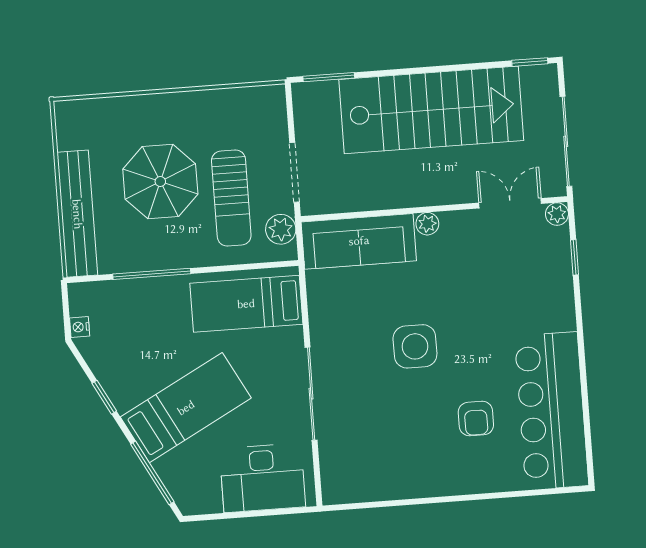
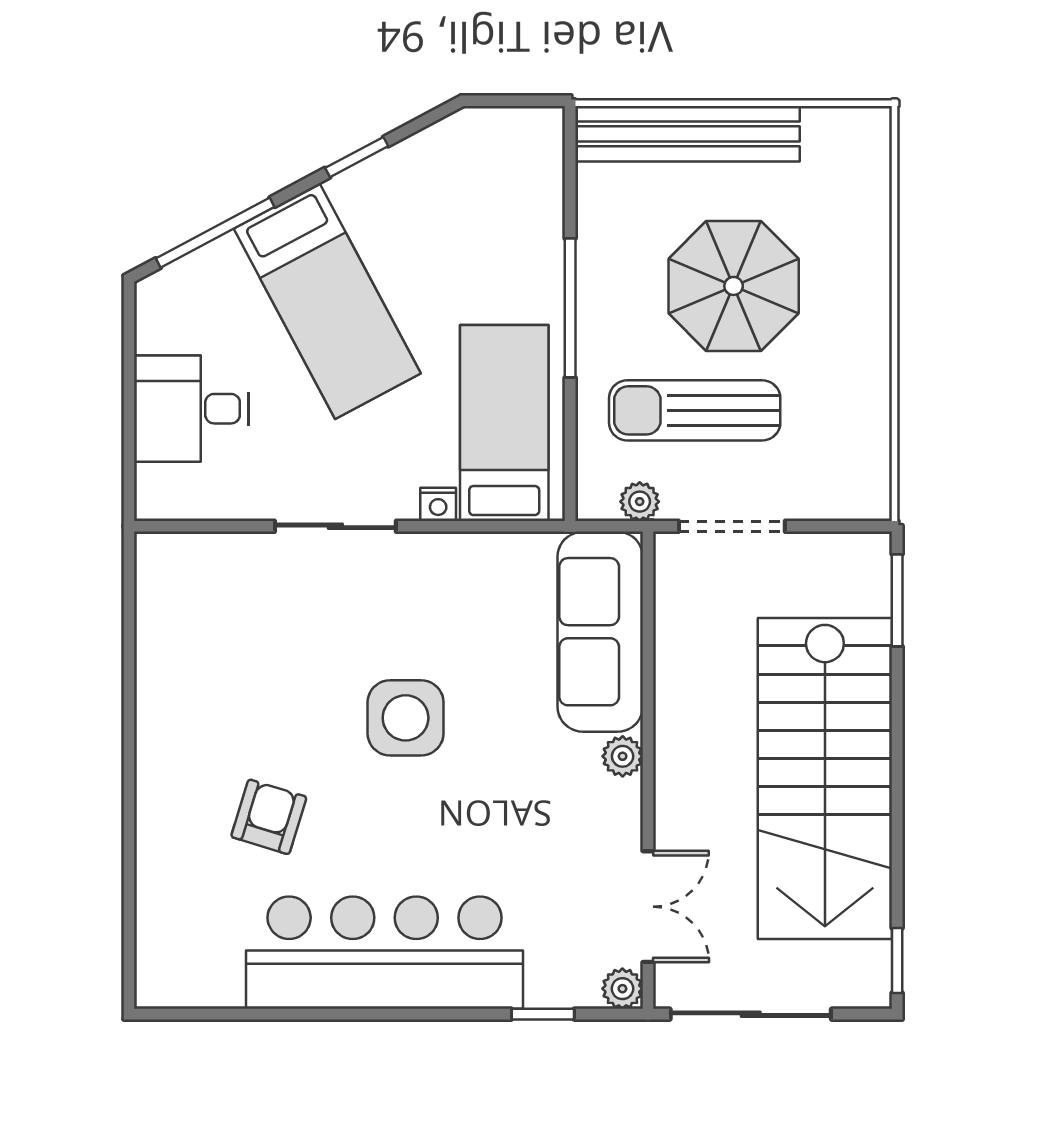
plant: (281, 229) -> (640, 502), width x0.73, depth x0.73
window: (152, 274) -> (570, 308), moved
nightstand: (80, 327) -> (438, 504), moved, turned 180
sliding door: (311, 394) -> (335, 526), width x0.73
bar counter: (552, 411) -> (385, 953), moved
armchair: (476, 419) -> (269, 817), turned 107
desk: (263, 478) -> (192, 409), width x0.73

